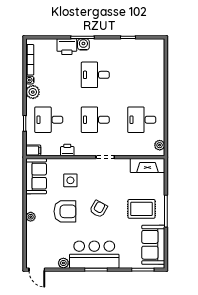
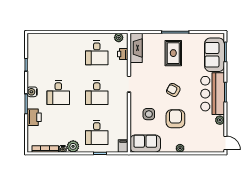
water cooler: (83, 44) -> (32, 92), moved
printer: (67, 150) -> (123, 54), moved
sofa: (153, 245) -> (214, 55), moved, turned 90
door: (37, 270) -> (225, 143), hinge flipped

